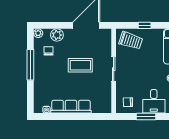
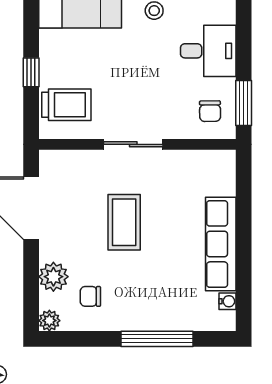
trolley: (131, 41) -> (66, 105), turned 72
window: (30, 65) -> (157, 339), moved
window: (146, 117) -> (244, 103), moved

